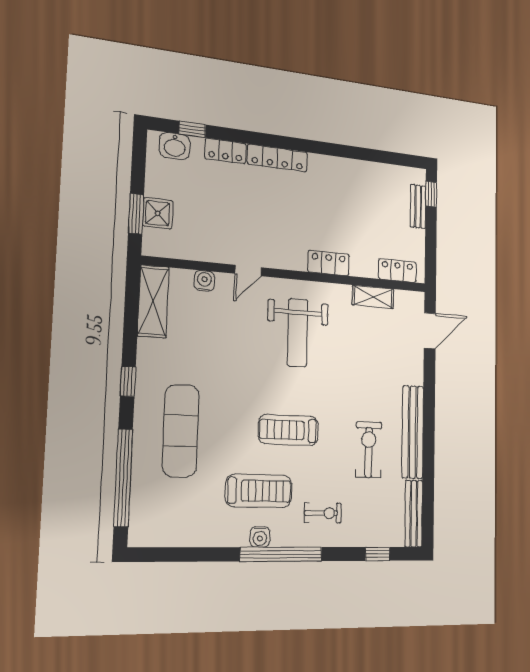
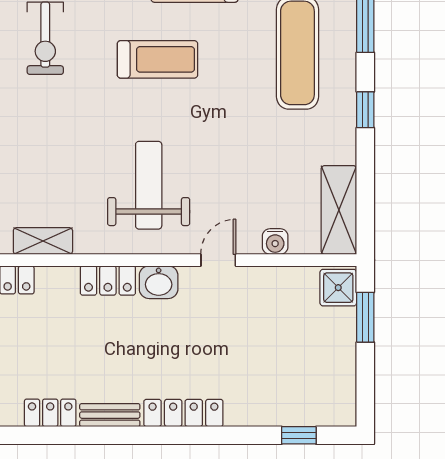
washbasin: (175, 146) -> (159, 282), moved, turned 180
locker: (225, 151) -> (50, 413), moved
bench: (330, 164) -> (110, 415), added
shower: (158, 213) -> (338, 288), moved

